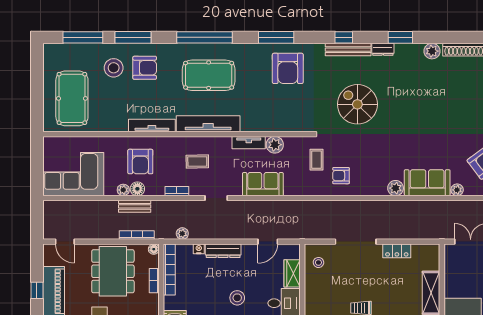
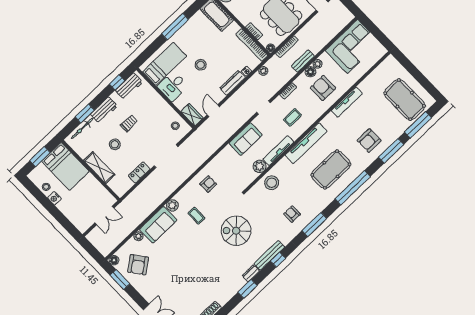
plant: (432, 51) -> (224, 298), removed
stool: (114, 68) -> (272, 183), moved
armchair: (288, 68) -> (292, 214), width x0.53, depth x0.53
pool table: (72, 98) -> (405, 100), moved
spiral stairs: (357, 104) -> (236, 231), turned 180
tv unit: (152, 126) -> (347, 102), moved
tv unit: (249, 143) -> (278, 151), width x1.41
coffee table: (316, 160) -> (196, 216), moved
wardrobe: (292, 273) -> (192, 115), moved
stool: (394, 301) -> (115, 144), added

